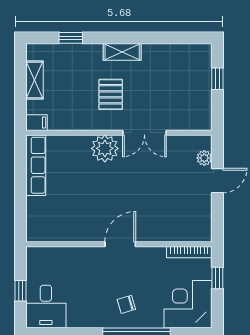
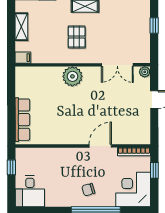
double door: (144, 133) -> (117, 65), moved
plant: (204, 158) -> (145, 72), moved
row of seats: (36, 165) -> (22, 120), moved
door: (120, 244) -> (100, 146), moved
window: (20, 291) -> (11, 167), moved

